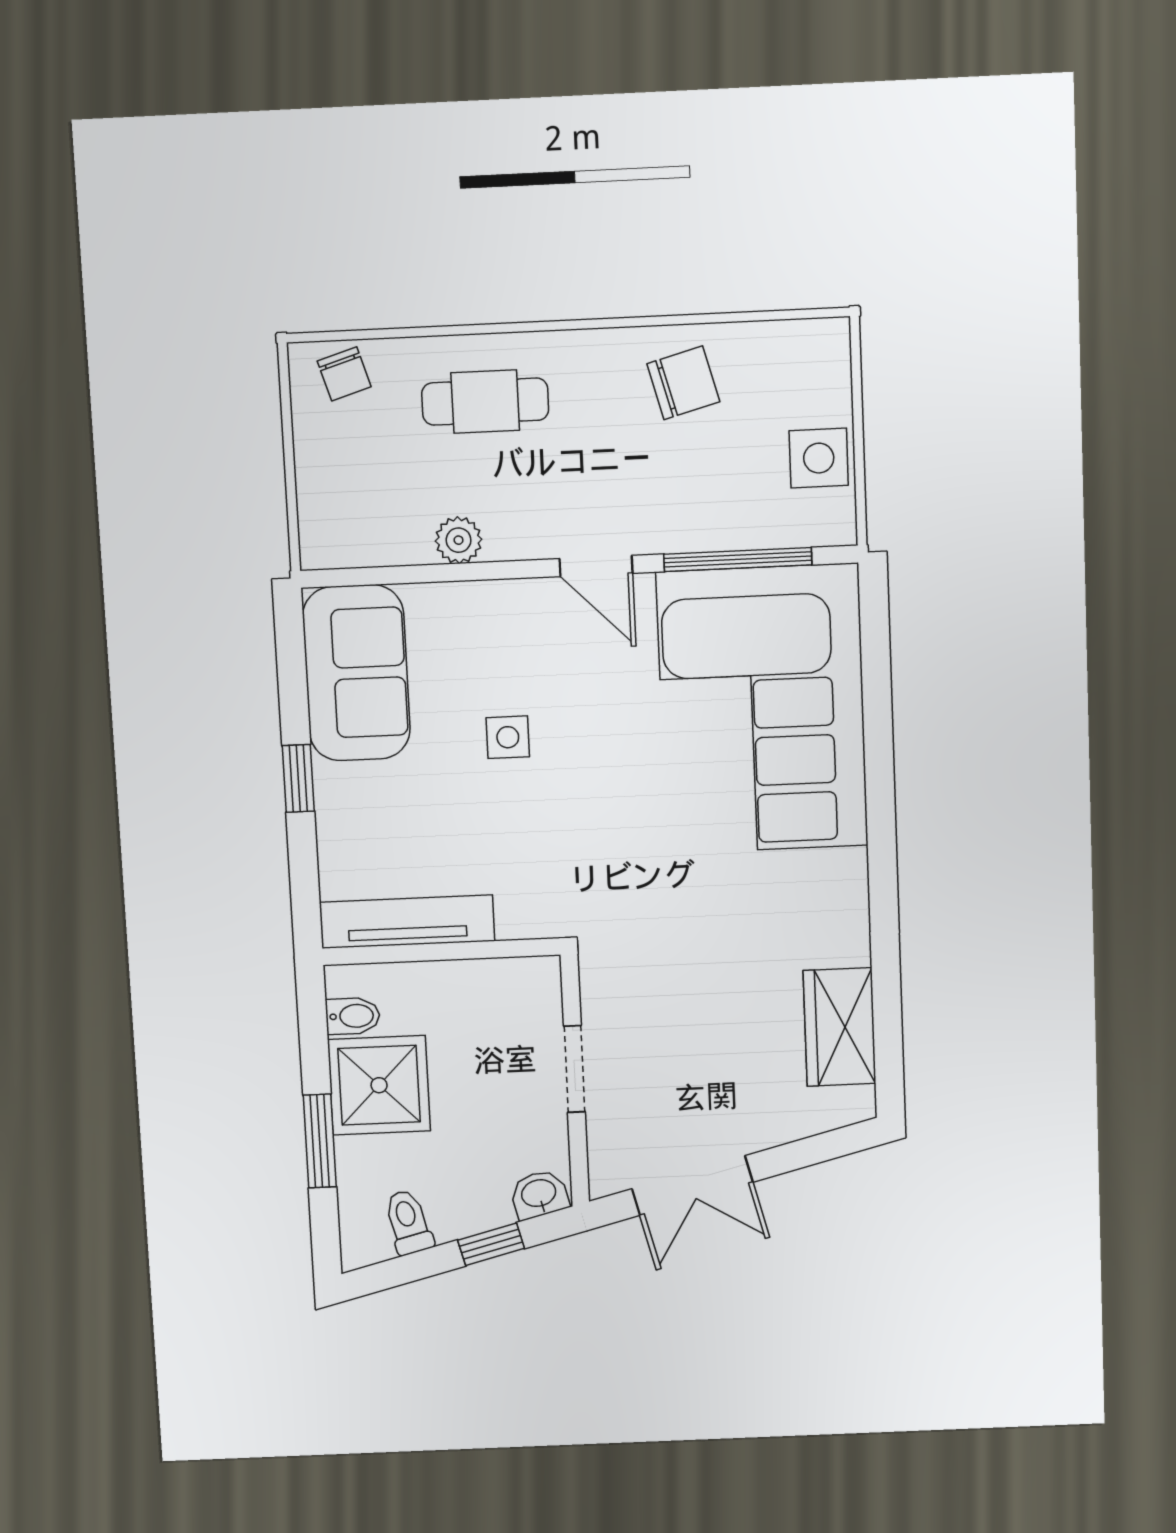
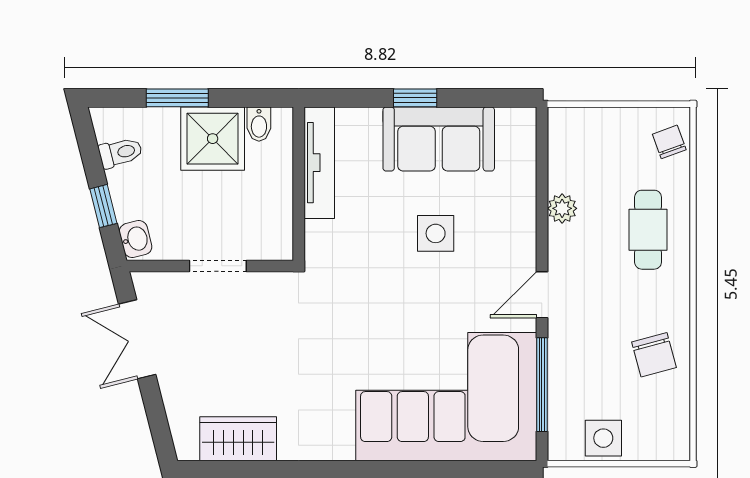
chair: (344, 374) -> (669, 142), turned 87
sofa: (356, 673) -> (439, 139), moved
side table: (508, 737) -> (436, 233), width x1.37, depth x1.37

